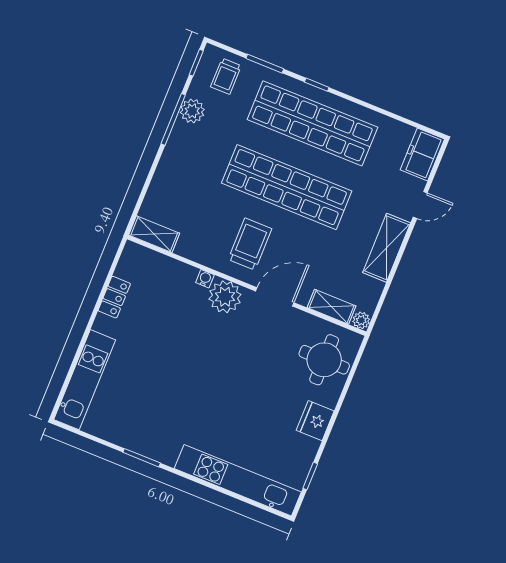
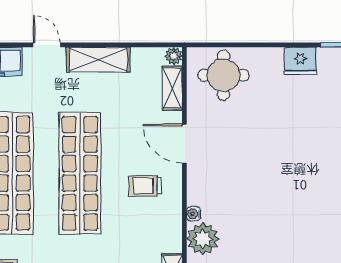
trolley: (250, 244) -> (145, 186), width x0.73, depth x0.72
plant: (225, 297) -> (203, 239), moved
fridge: (315, 421) -> (300, 61), moved

